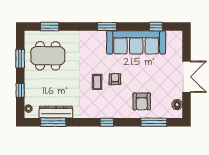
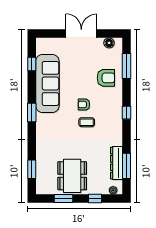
dining table: (48, 56) -> (72, 176), moved

